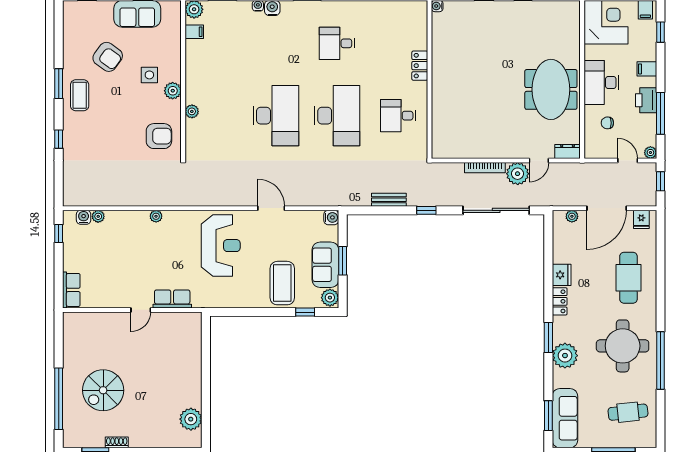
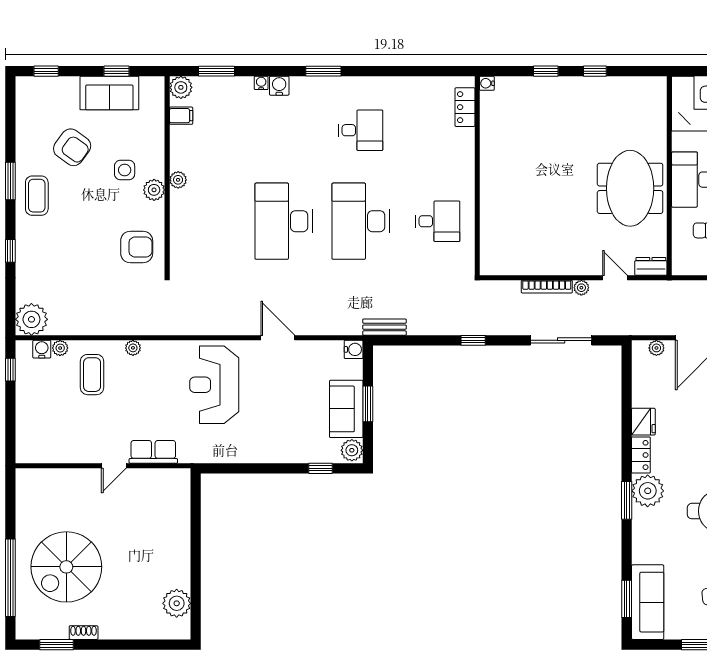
desk: (337, 43) -> (361, 130), turned 180
locker: (420, 66) -> (465, 107), moved
plant: (192, 111) -> (178, 180), moved
desk: (276, 116) -> (284, 221), turned 180
desk: (337, 116) -> (361, 221), turned 180
desk: (398, 116) -> (438, 221), turned 180
door: (539, 161) -> (615, 278), swing flipped
plant: (518, 174) -> (581, 288), width x0.53, depth x0.53
plant: (75, 194) -> (31, 319), added
bench: (389, 200) -> (384, 327), moved
sliding door: (496, 210) -> (561, 340), width x0.73
reception desk: (221, 246) -> (214, 385), turned 180
coffee table: (282, 283) -> (92, 375), moved, width x0.73, depth x0.76
row of seats: (71, 290) -> (26, 441), removed
plant: (565, 356) -> (648, 491), moved
spiral stairs: (103, 390) -> (66, 567), width x1.37, depth x1.37

